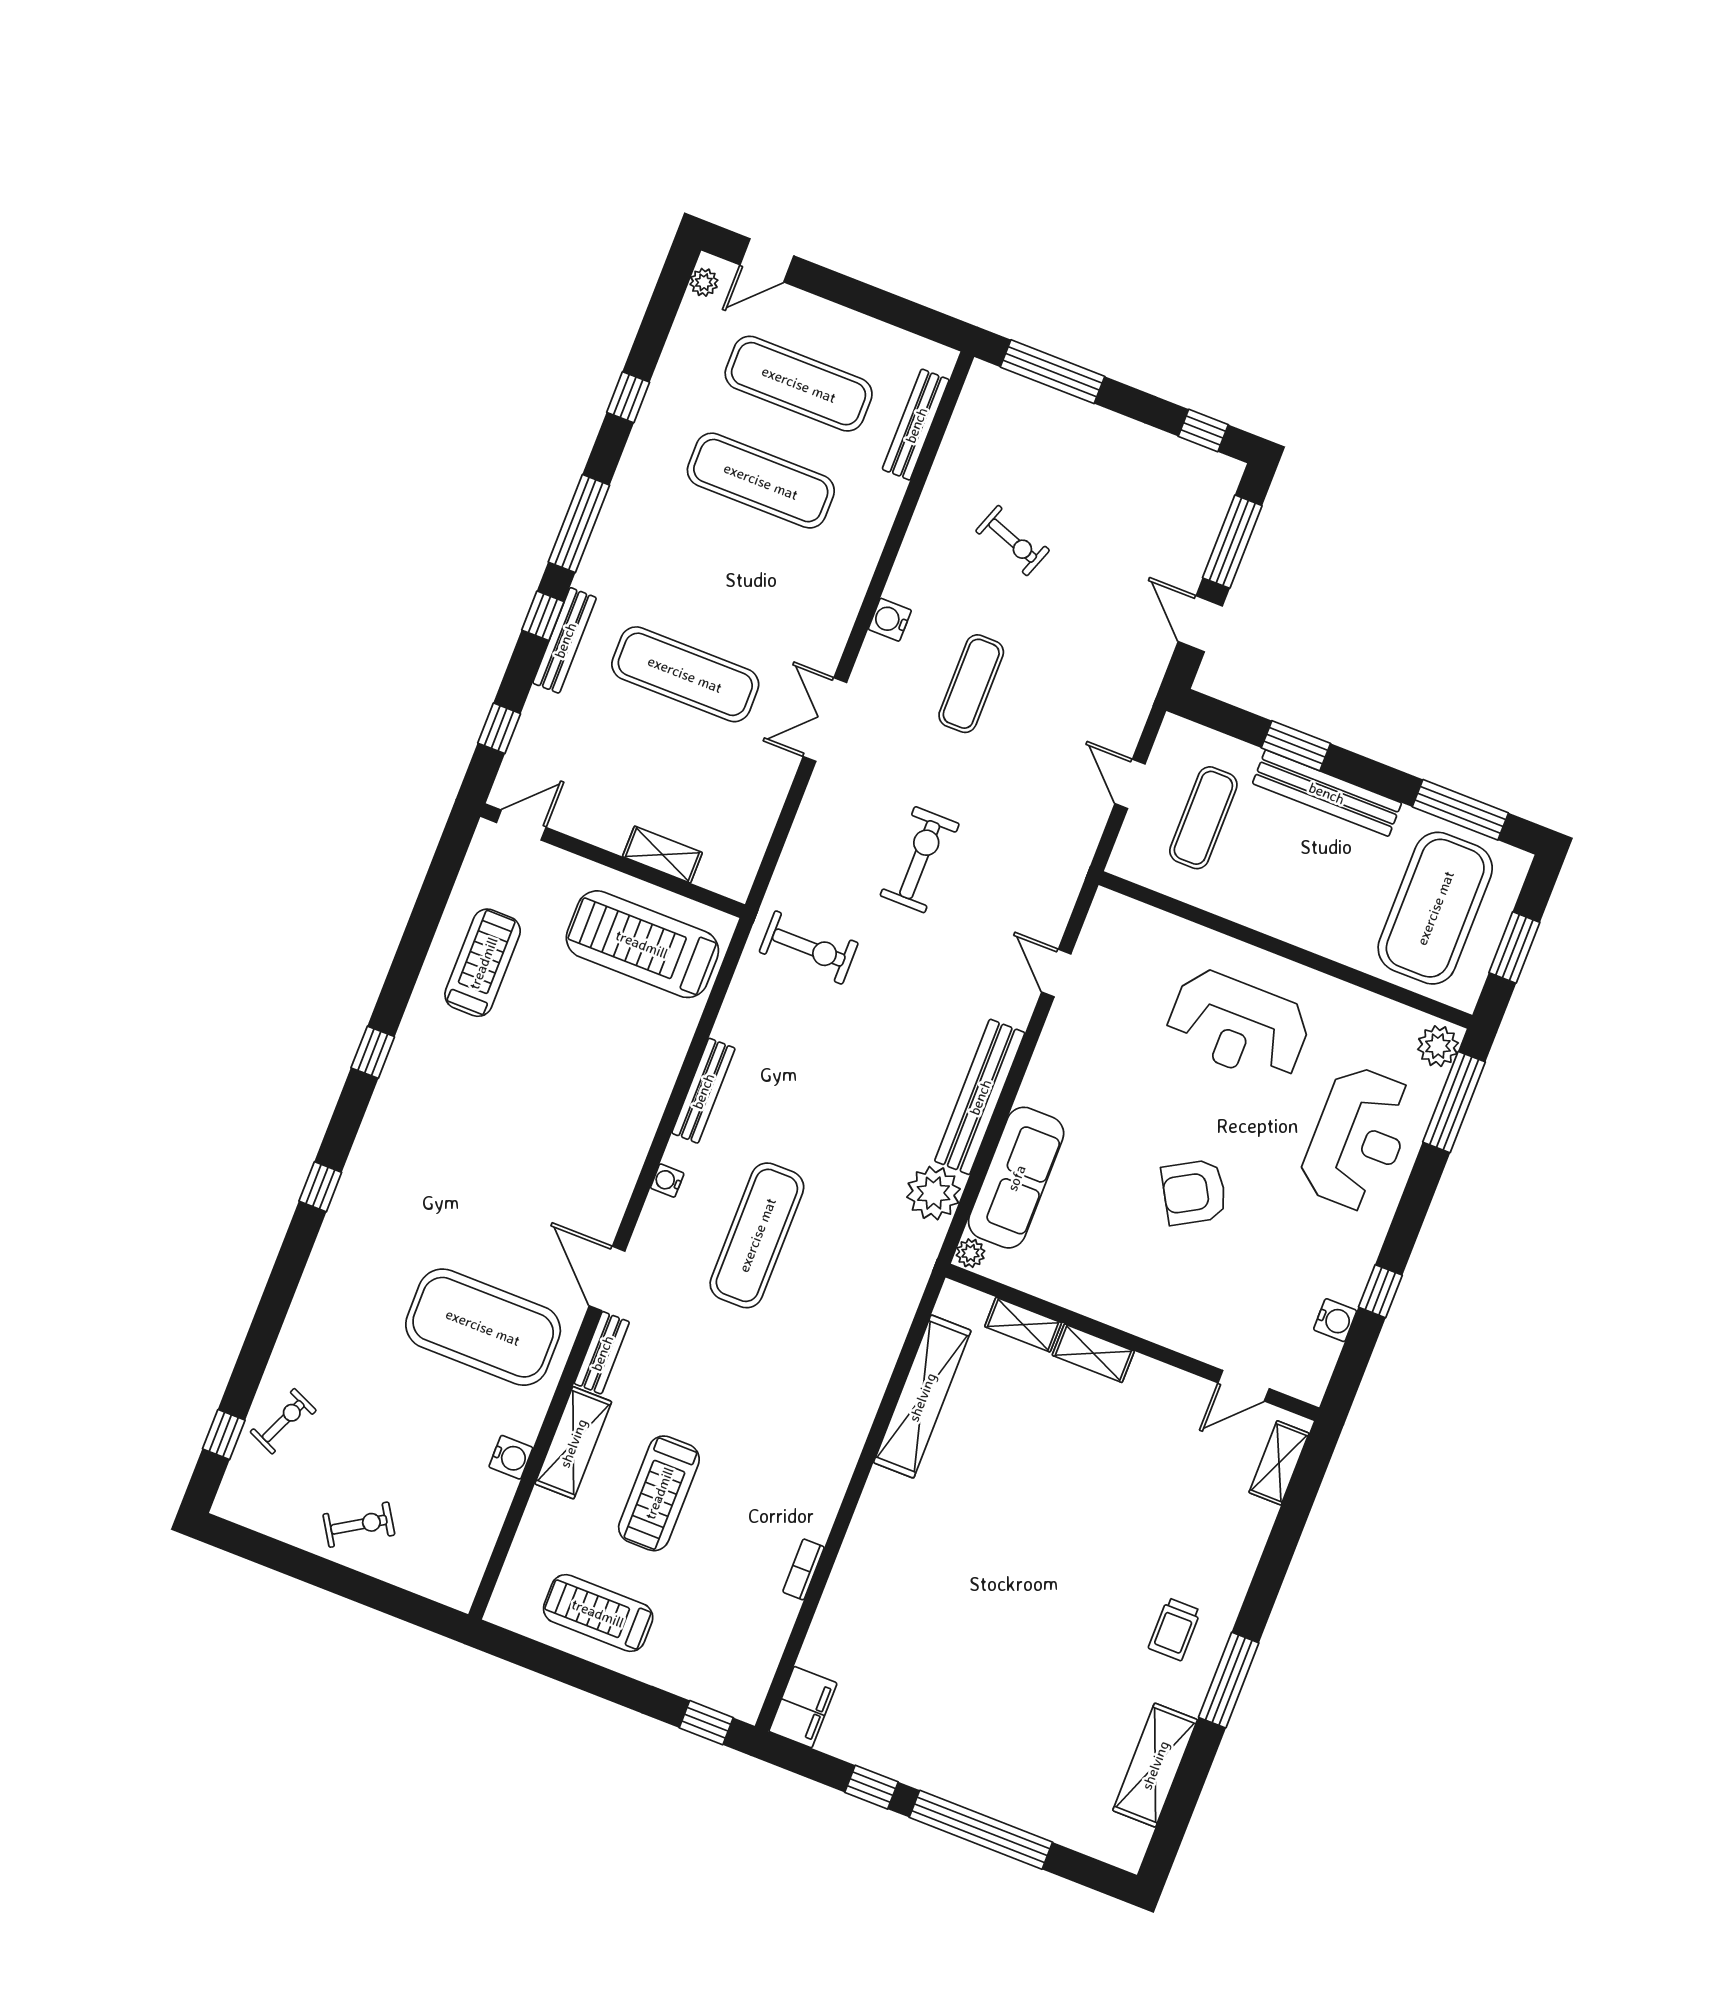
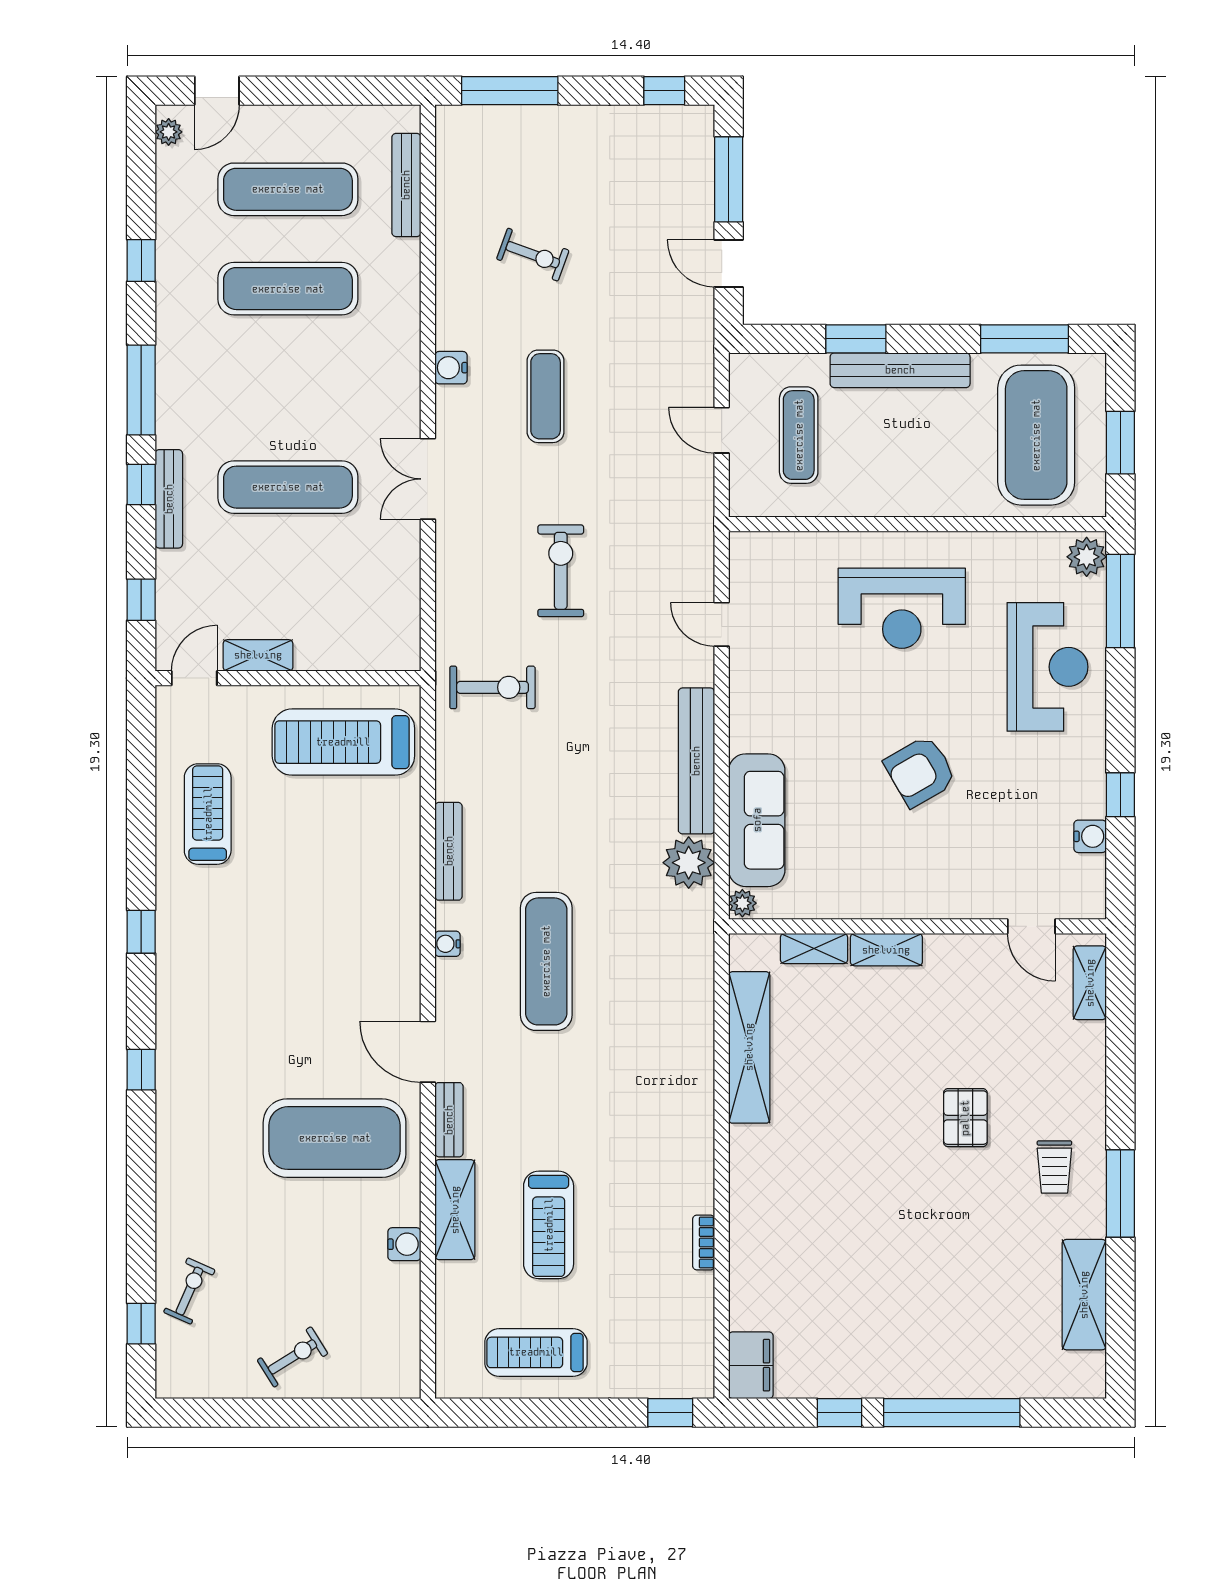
shelving: (662, 855) -> (258, 655), moved
door: (1244, 1386) -> (1031, 926), hinge flipped
pallet: (1106, 1547) -> (965, 1118), added

